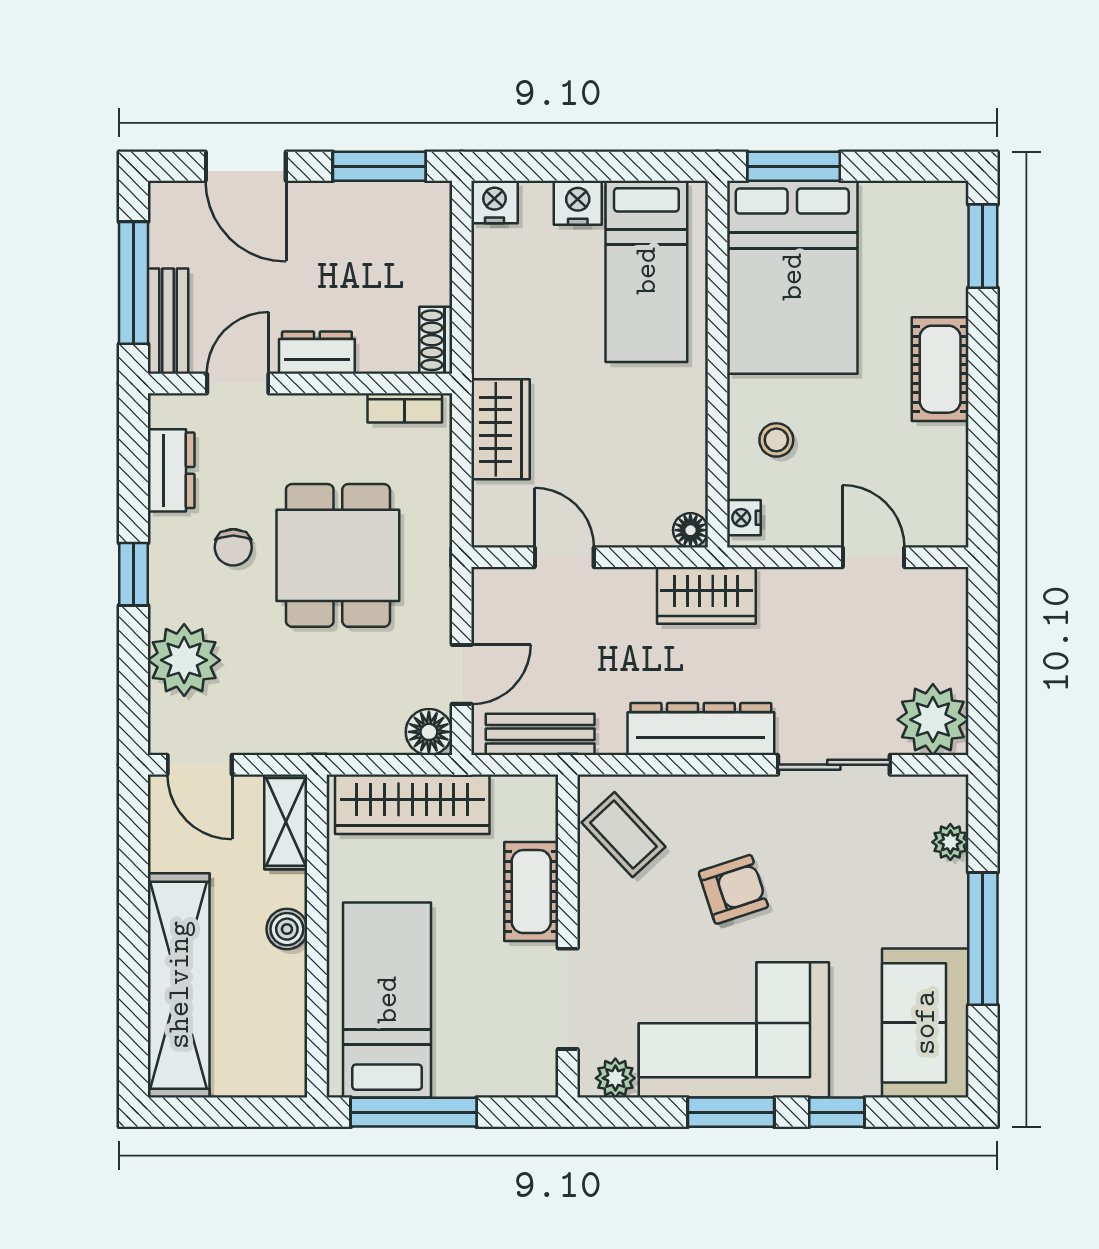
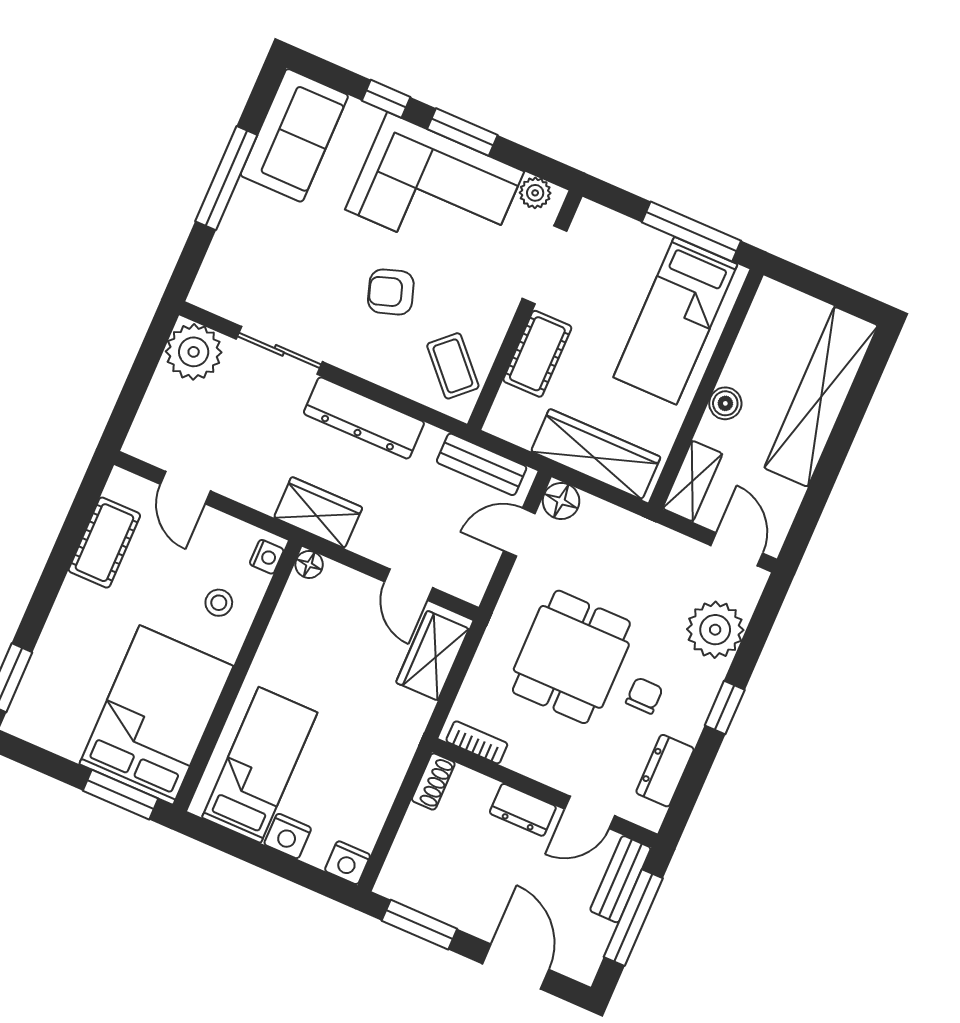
cot: (940, 369) -> (104, 543), moved
wardrobe: (500, 429) -> (432, 656), moved
plant: (950, 842) -> (219, 258), removed

